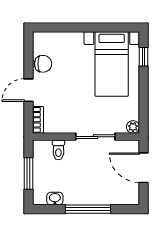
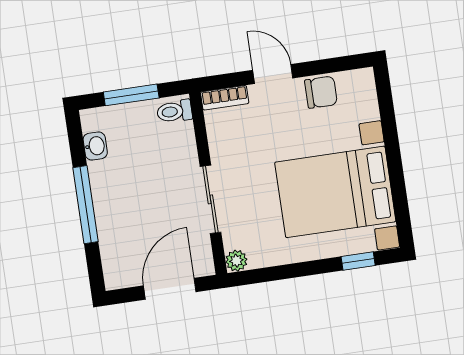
chair: (43, 64) -> (321, 92), turned -90
bed with nightstands: (112, 64) -> (335, 192), width x1.36
toilet: (58, 150) -> (174, 111), moved

